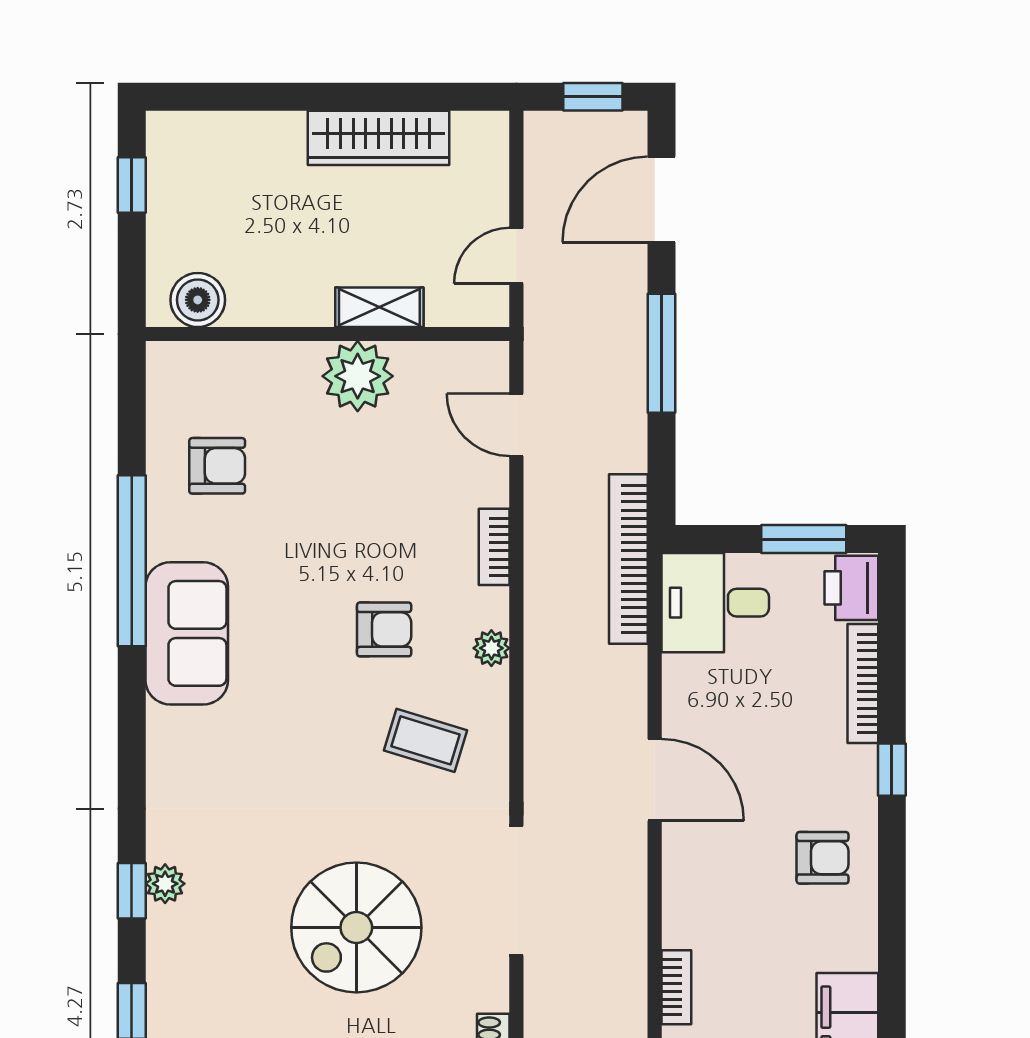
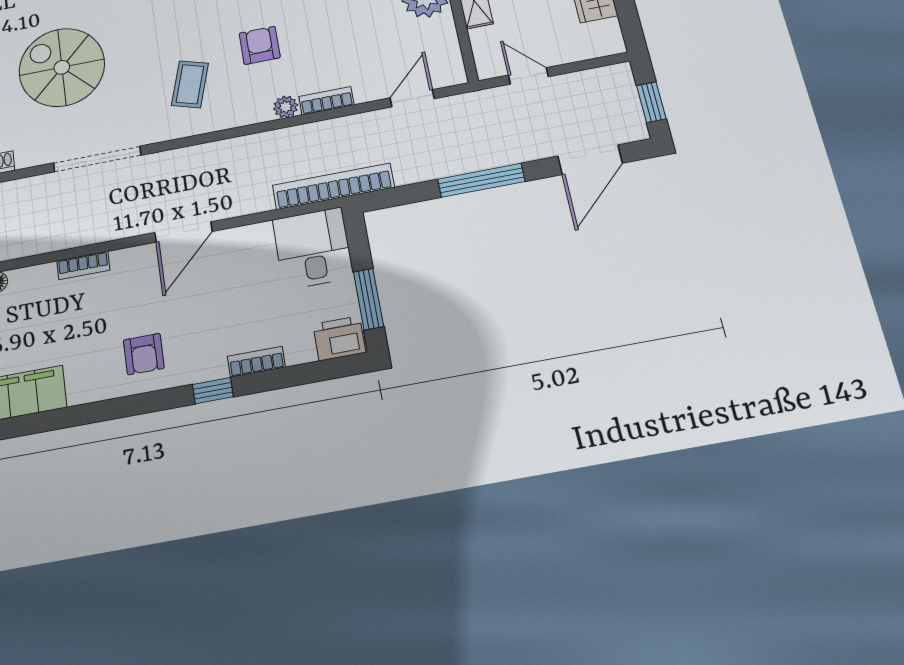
door: (662, 199) -> (590, 160), swing flipped
armchair: (384, 629) -> (260, 45), turned 180
plant: (491, 648) -> (286, 107), moved
bookcase: (863, 684) -> (256, 362), width x0.64
bookcase: (676, 987) -> (83, 265), moved

